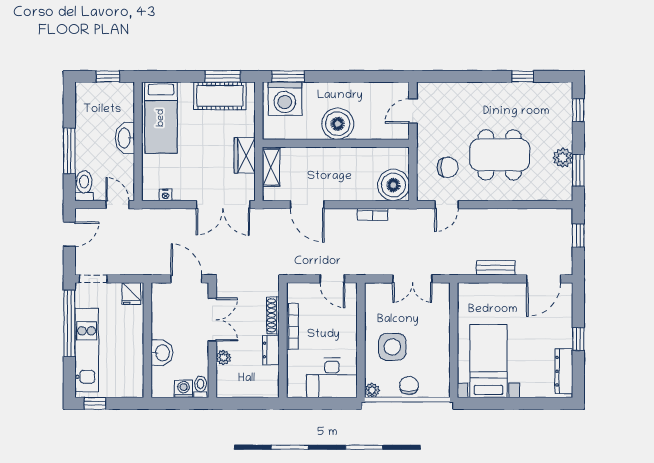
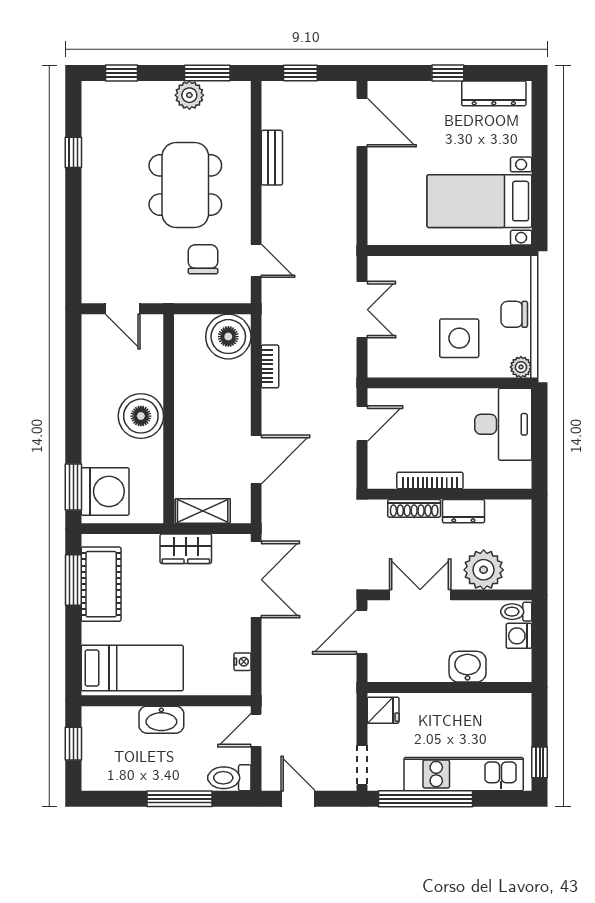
bench: (496, 268) -> (272, 158), moved
plant: (223, 358) -> (484, 570), width x1.88, depth x1.88

